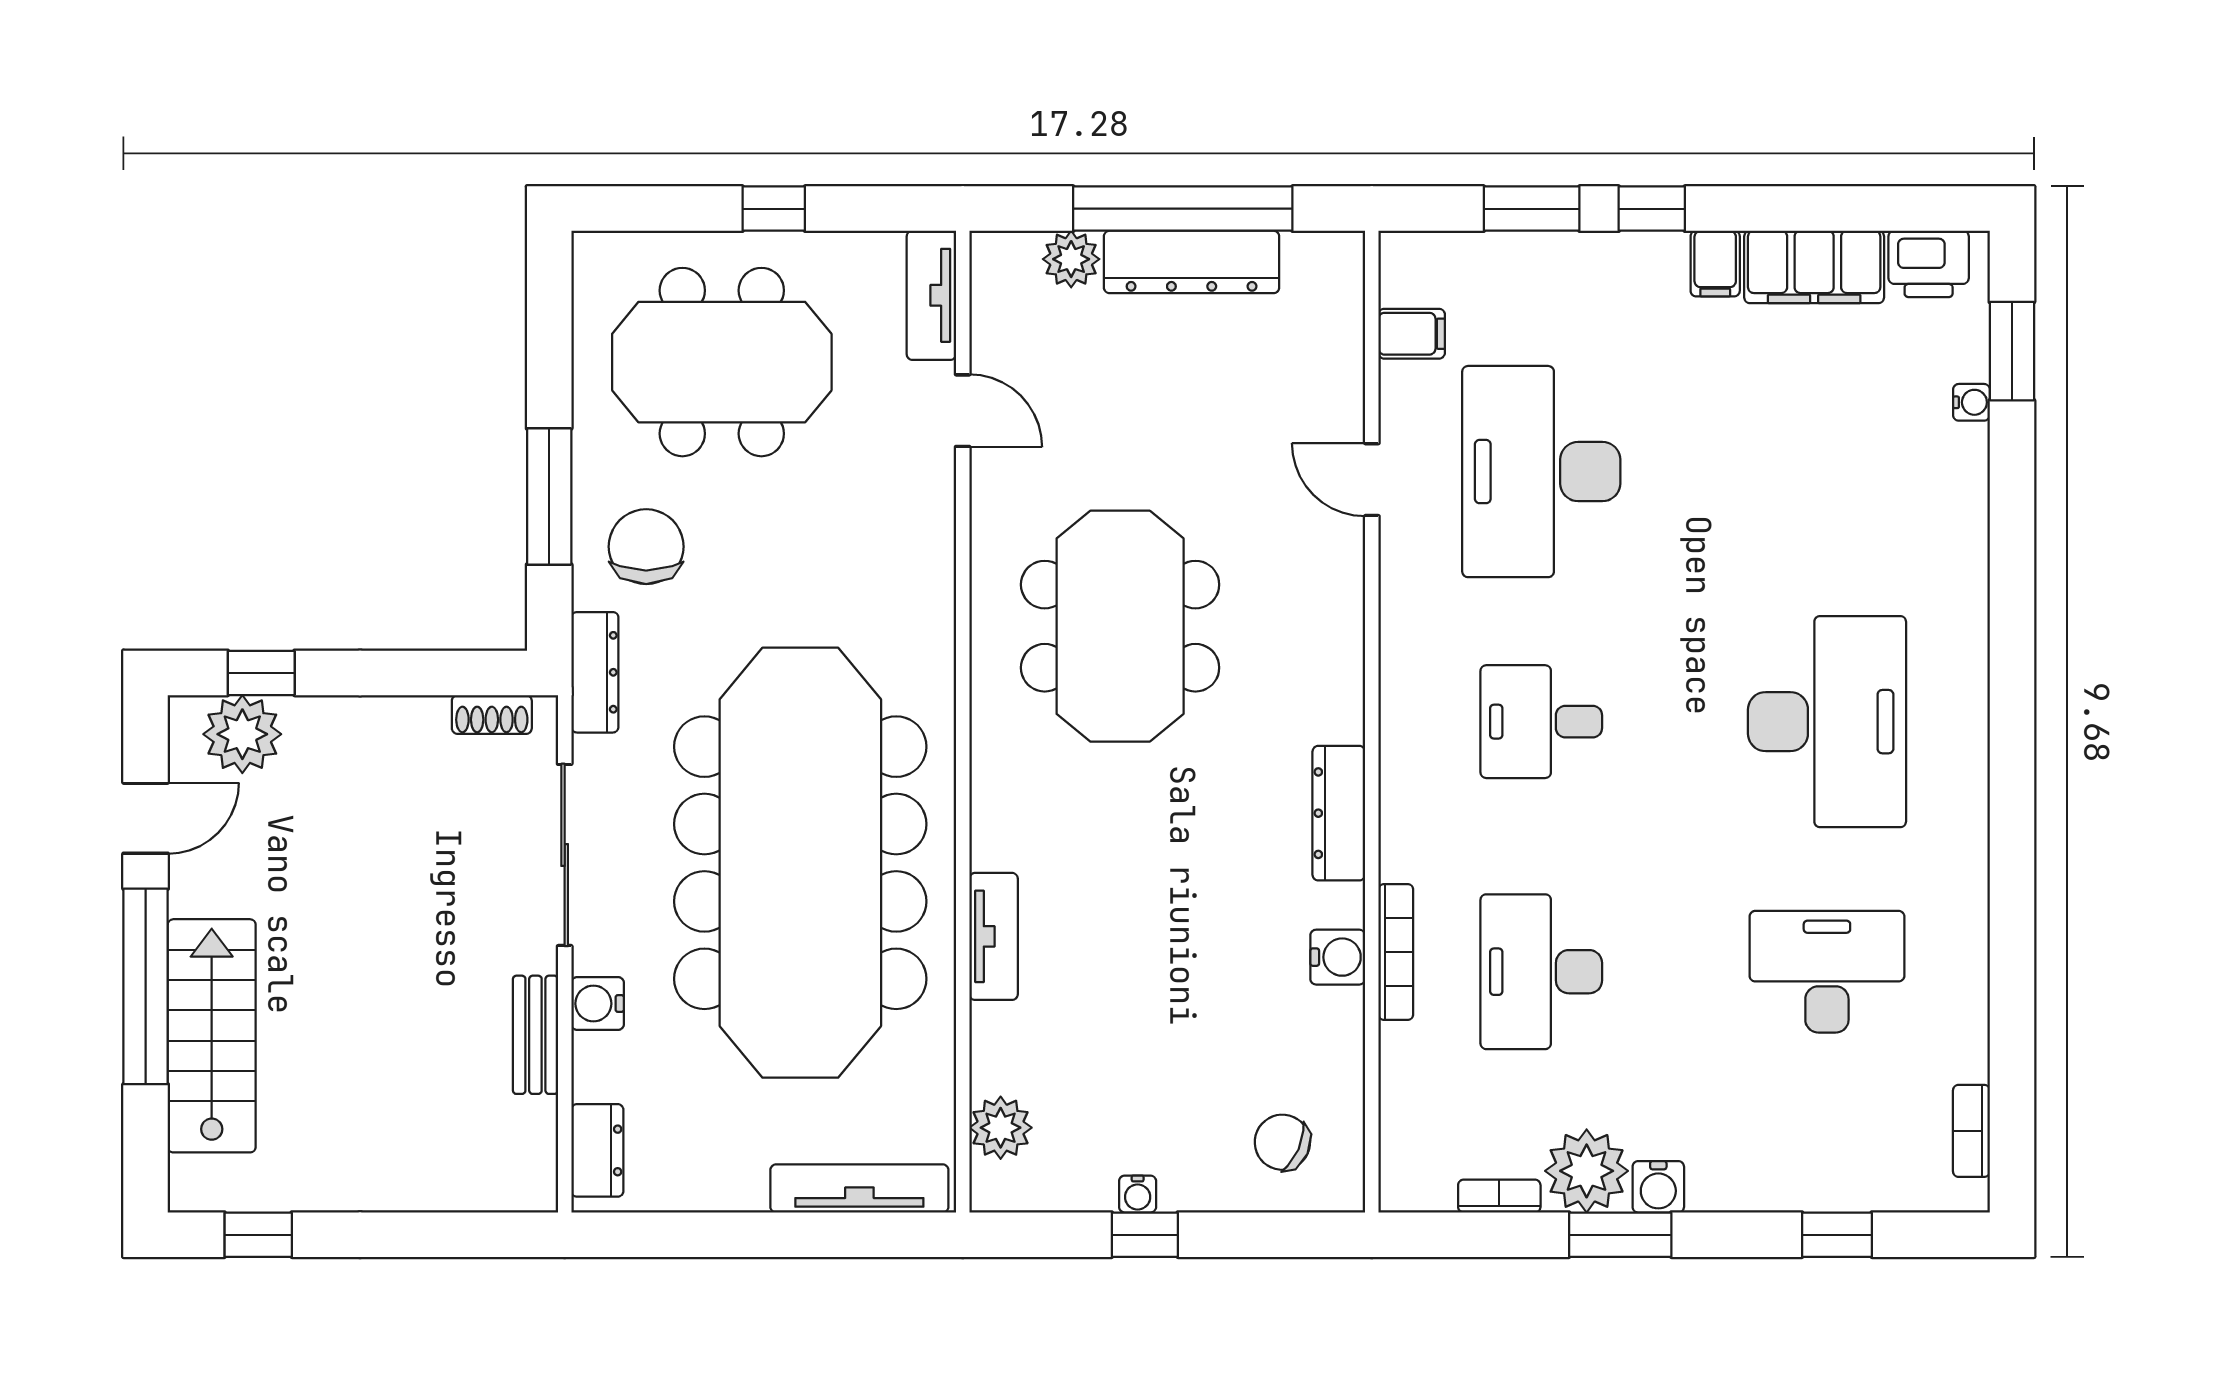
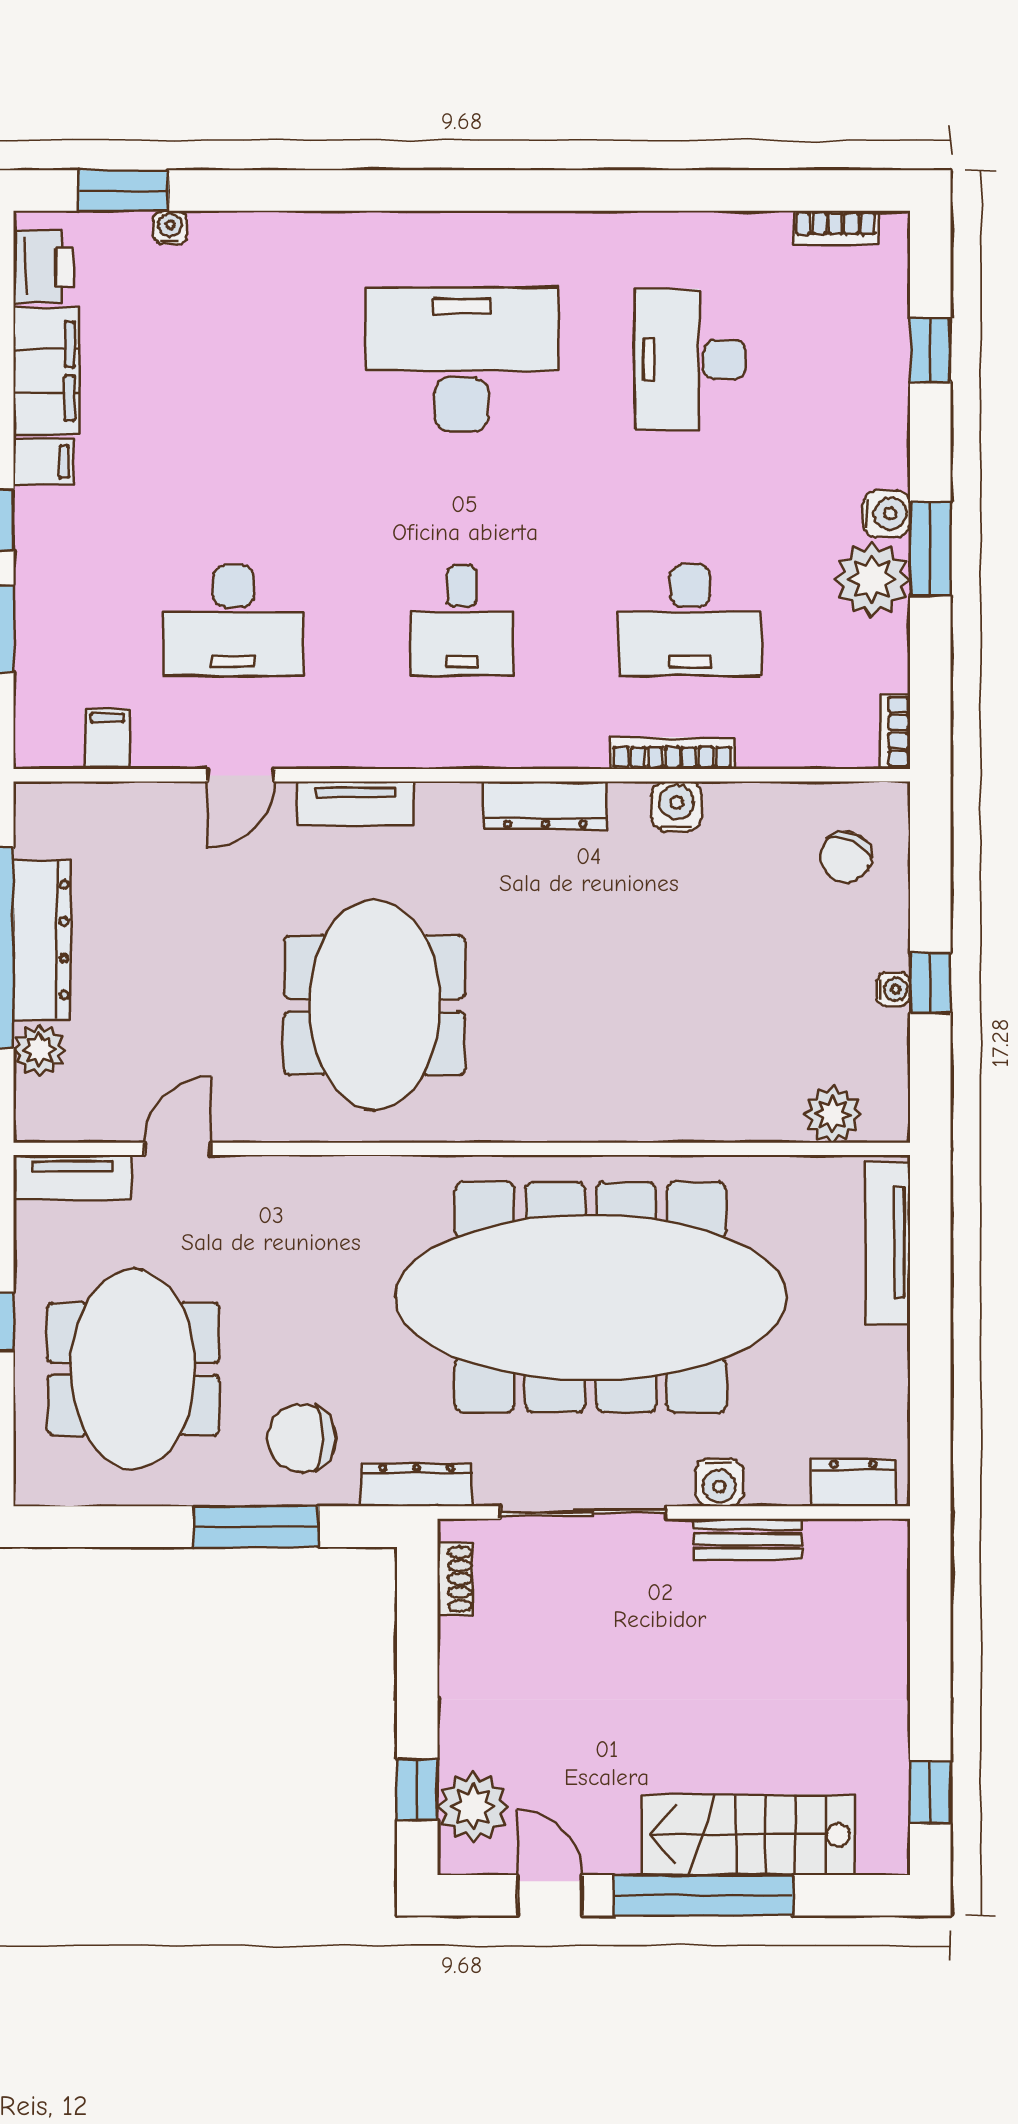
desk: (1541, 472) -> (233, 620), width x0.73, depth x0.77
meeting table: (1120, 626) -> (374, 1005), turned 90
tv unit: (994, 936) -> (355, 803), moved, turned 180
bookcase: (1499, 1196) -> (895, 732), moved

